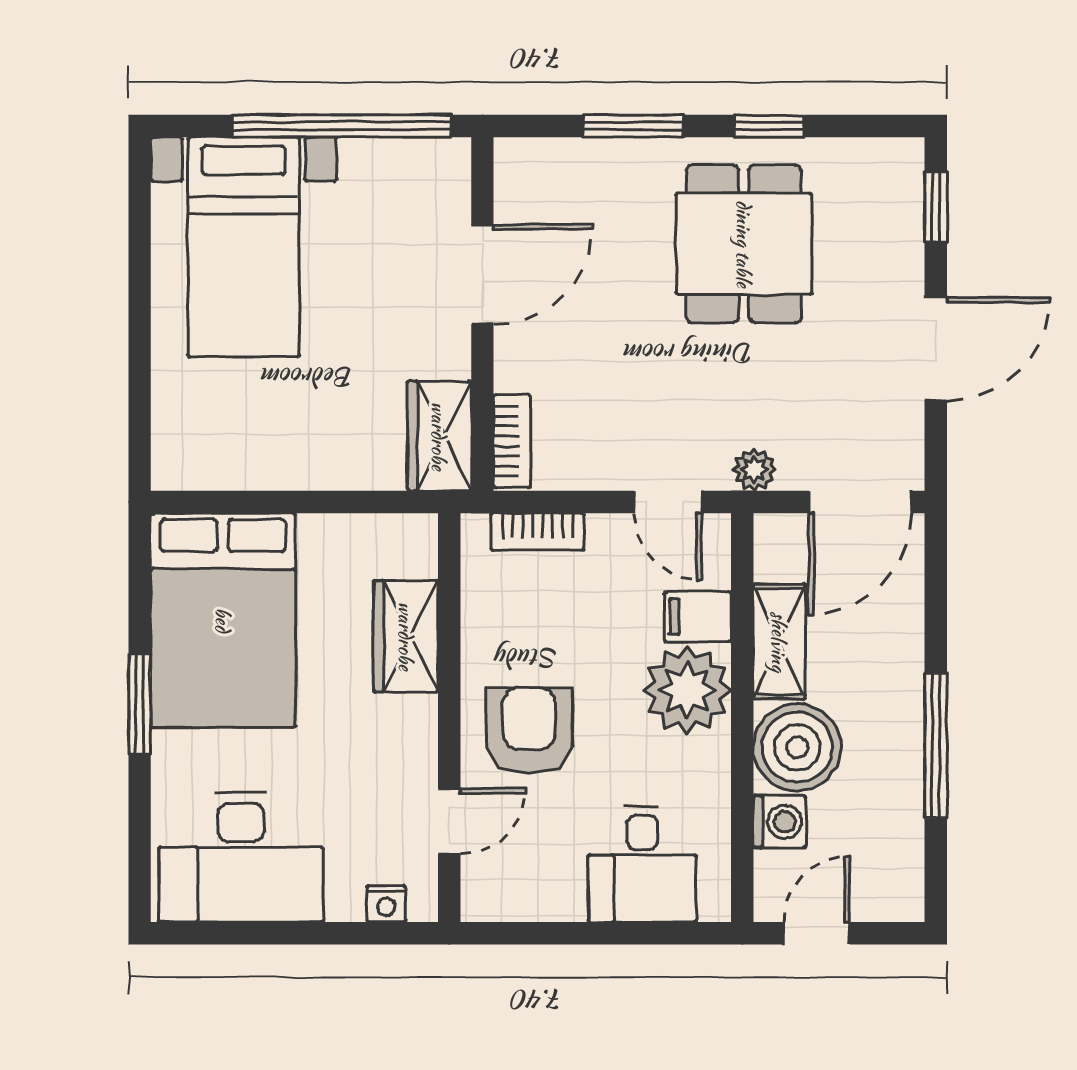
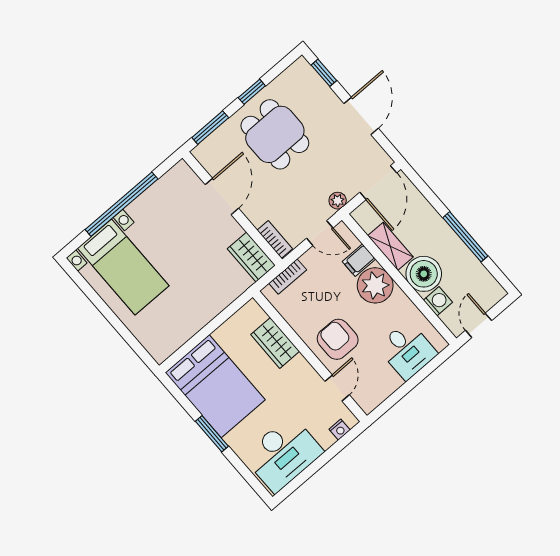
door: (482, 274) -> (222, 196), moved
wall: (482, 314) -> (232, 209), moved
wardrobe: (439, 436) -> (251, 257), moved
bookcase: (512, 441) -> (275, 240), moved

